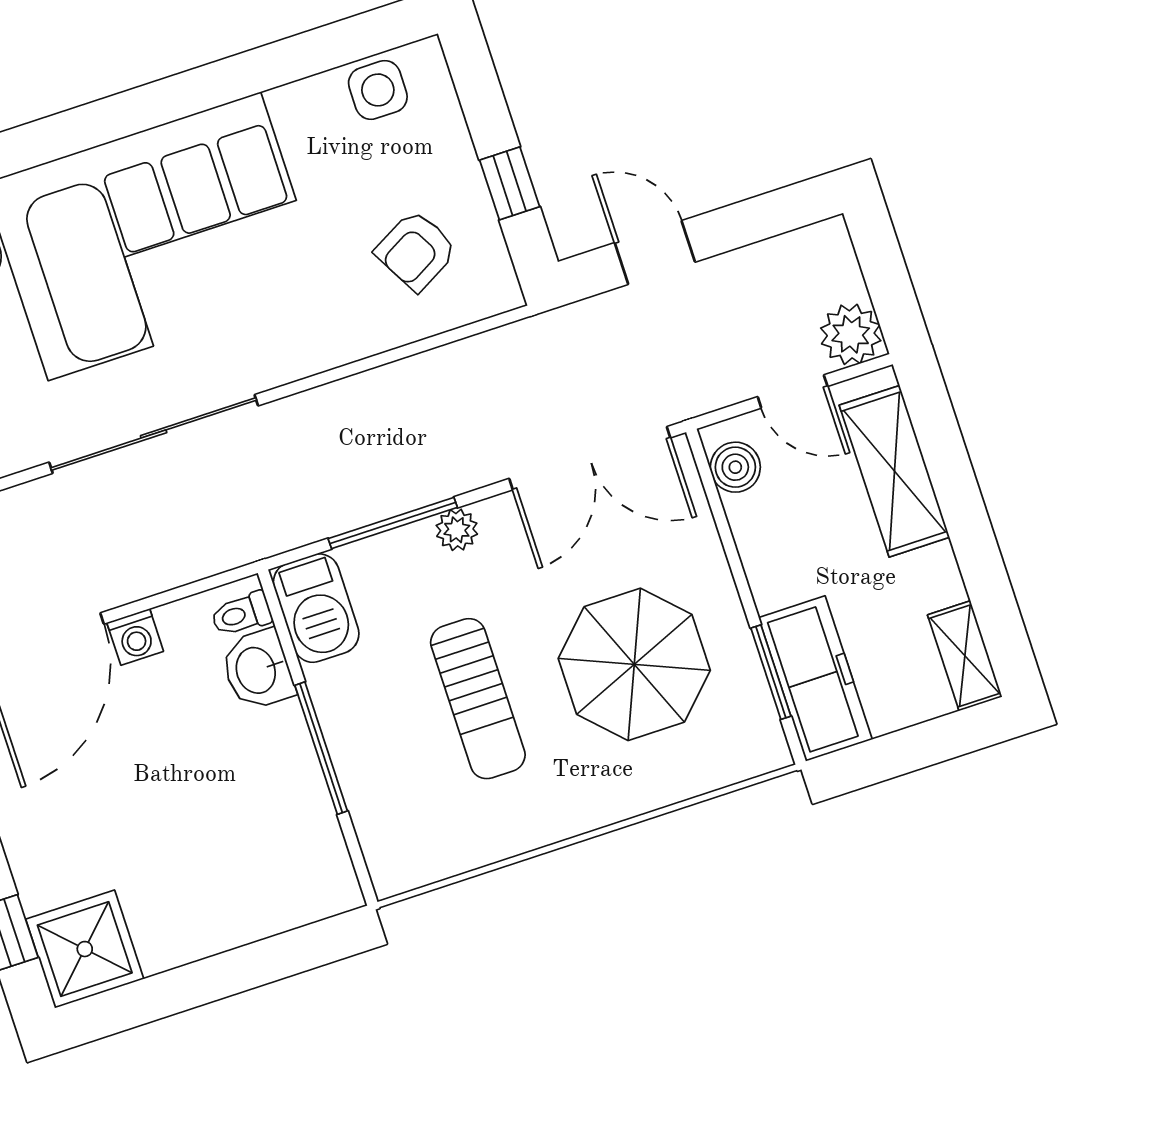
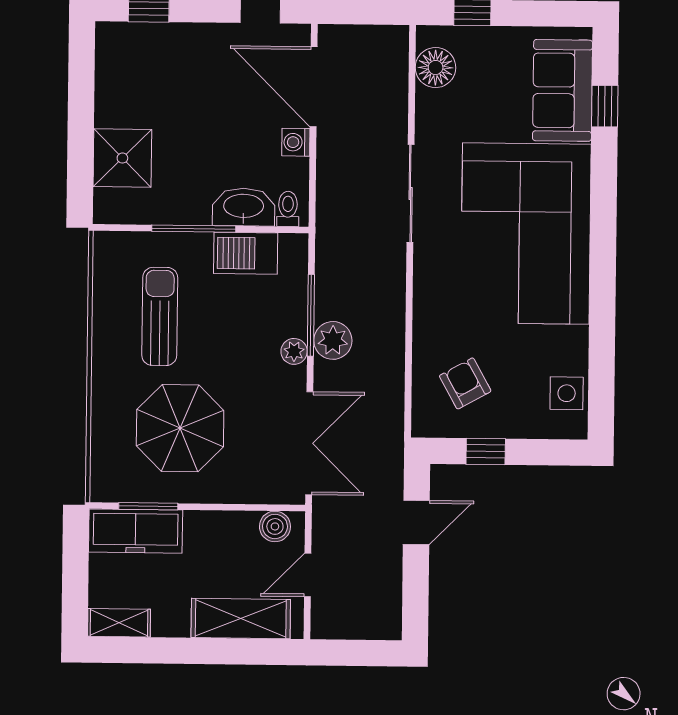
plant: (851, 334) -> (333, 340), moved
sliding door: (154, 434) -> (411, 194), width x0.73
double door: (590, 458) -> (309, 443), swing flipped
barbecue: (316, 608) -> (246, 253), moved
washbasin: (258, 670) -> (244, 207), width x1.38
sun lounger: (478, 699) -> (160, 316), moved, turned 90
shower: (85, 949) -> (122, 158), moved

